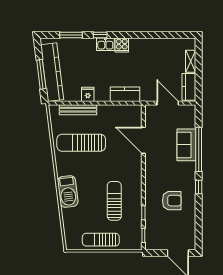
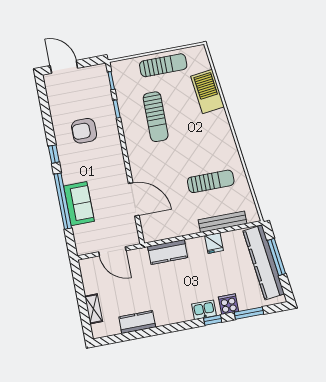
cooker: (122, 45) -> (228, 304), moved
kitchen counter: (189, 87) -> (137, 322), moved, turned -90
sun lounger: (81, 143) -> (211, 181), width x0.73, depth x0.75
barbecue: (68, 191) -> (208, 91), moved

